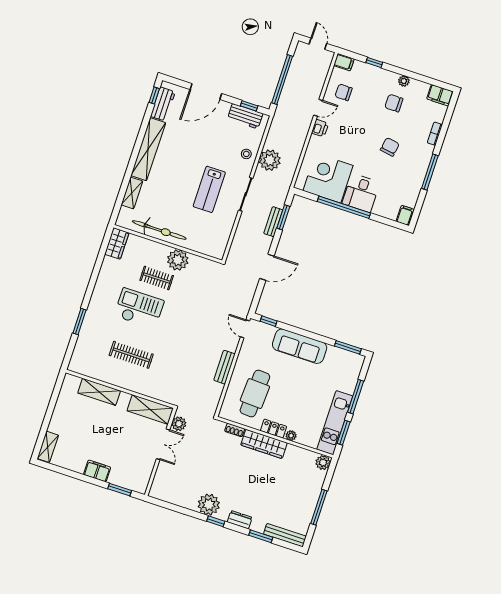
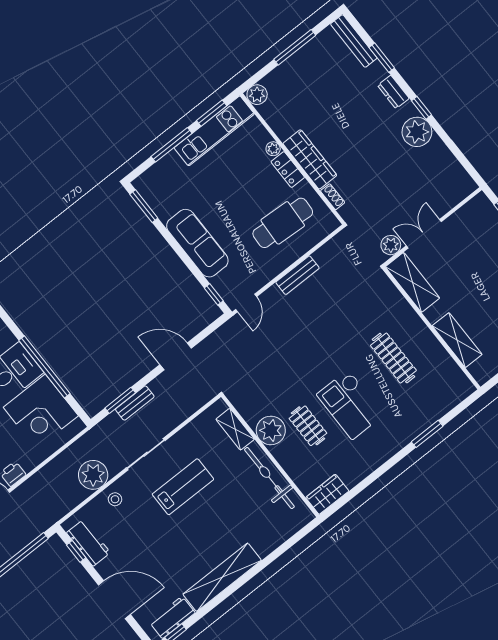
shelving: (132, 193) -> (235, 429), moved, turned 90

